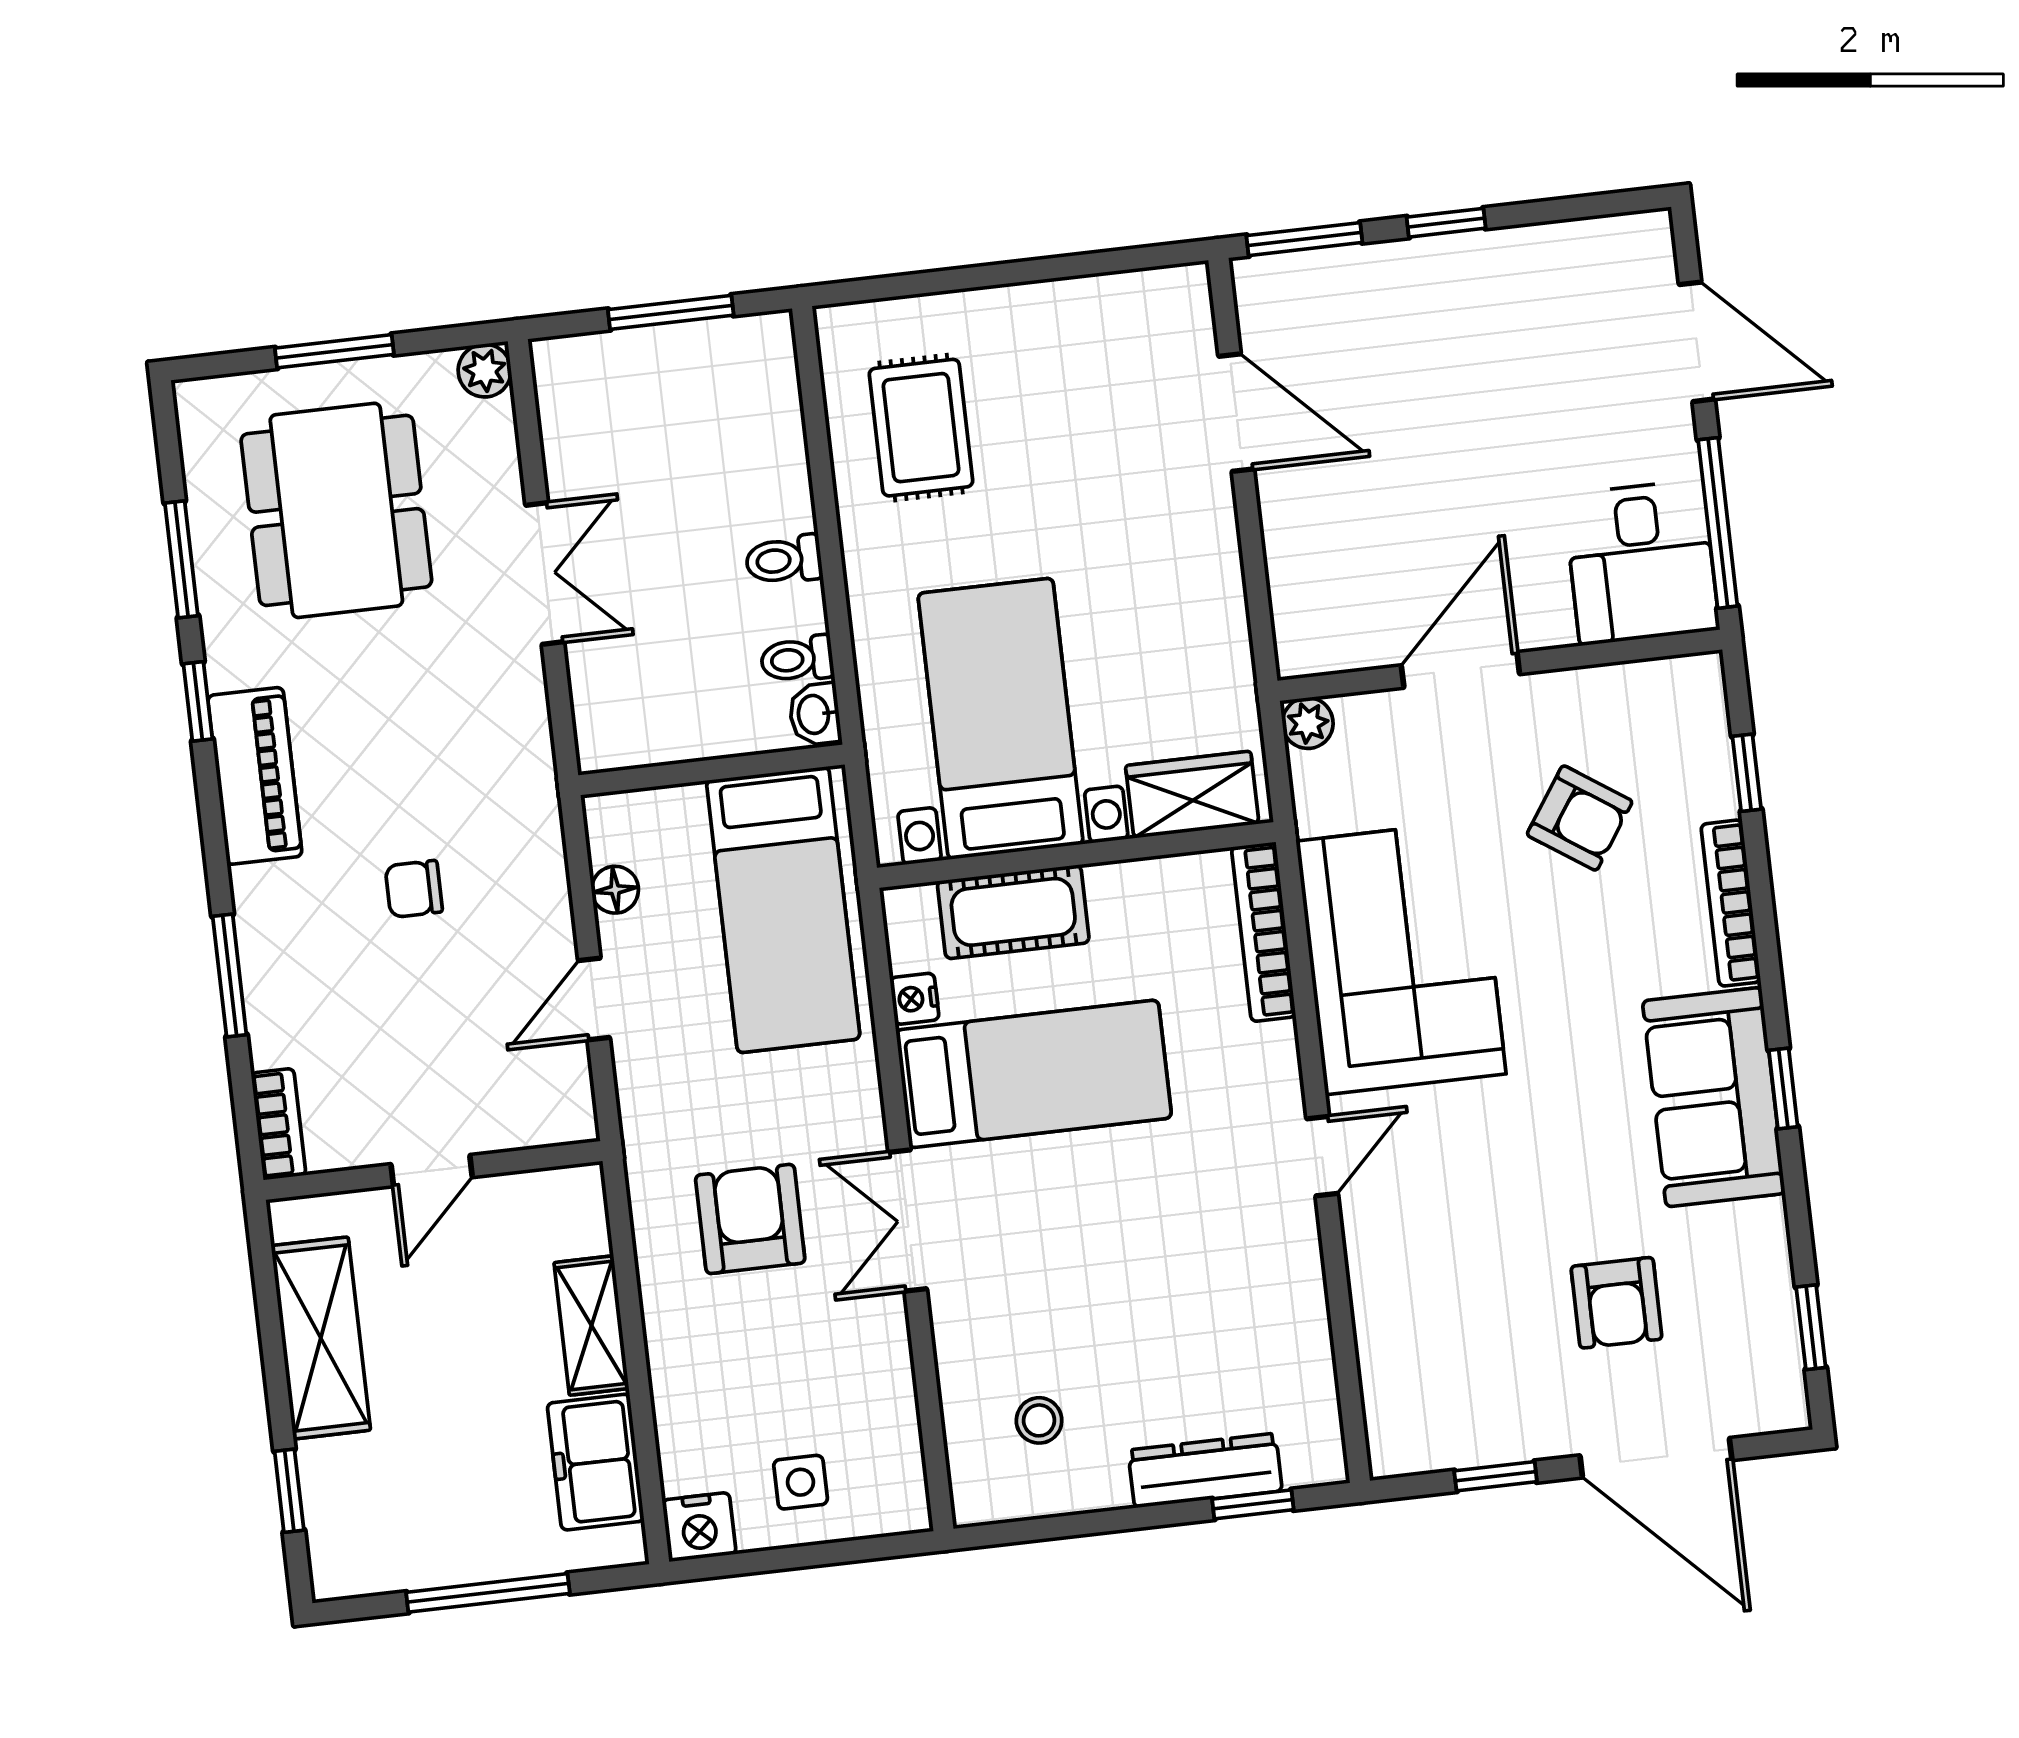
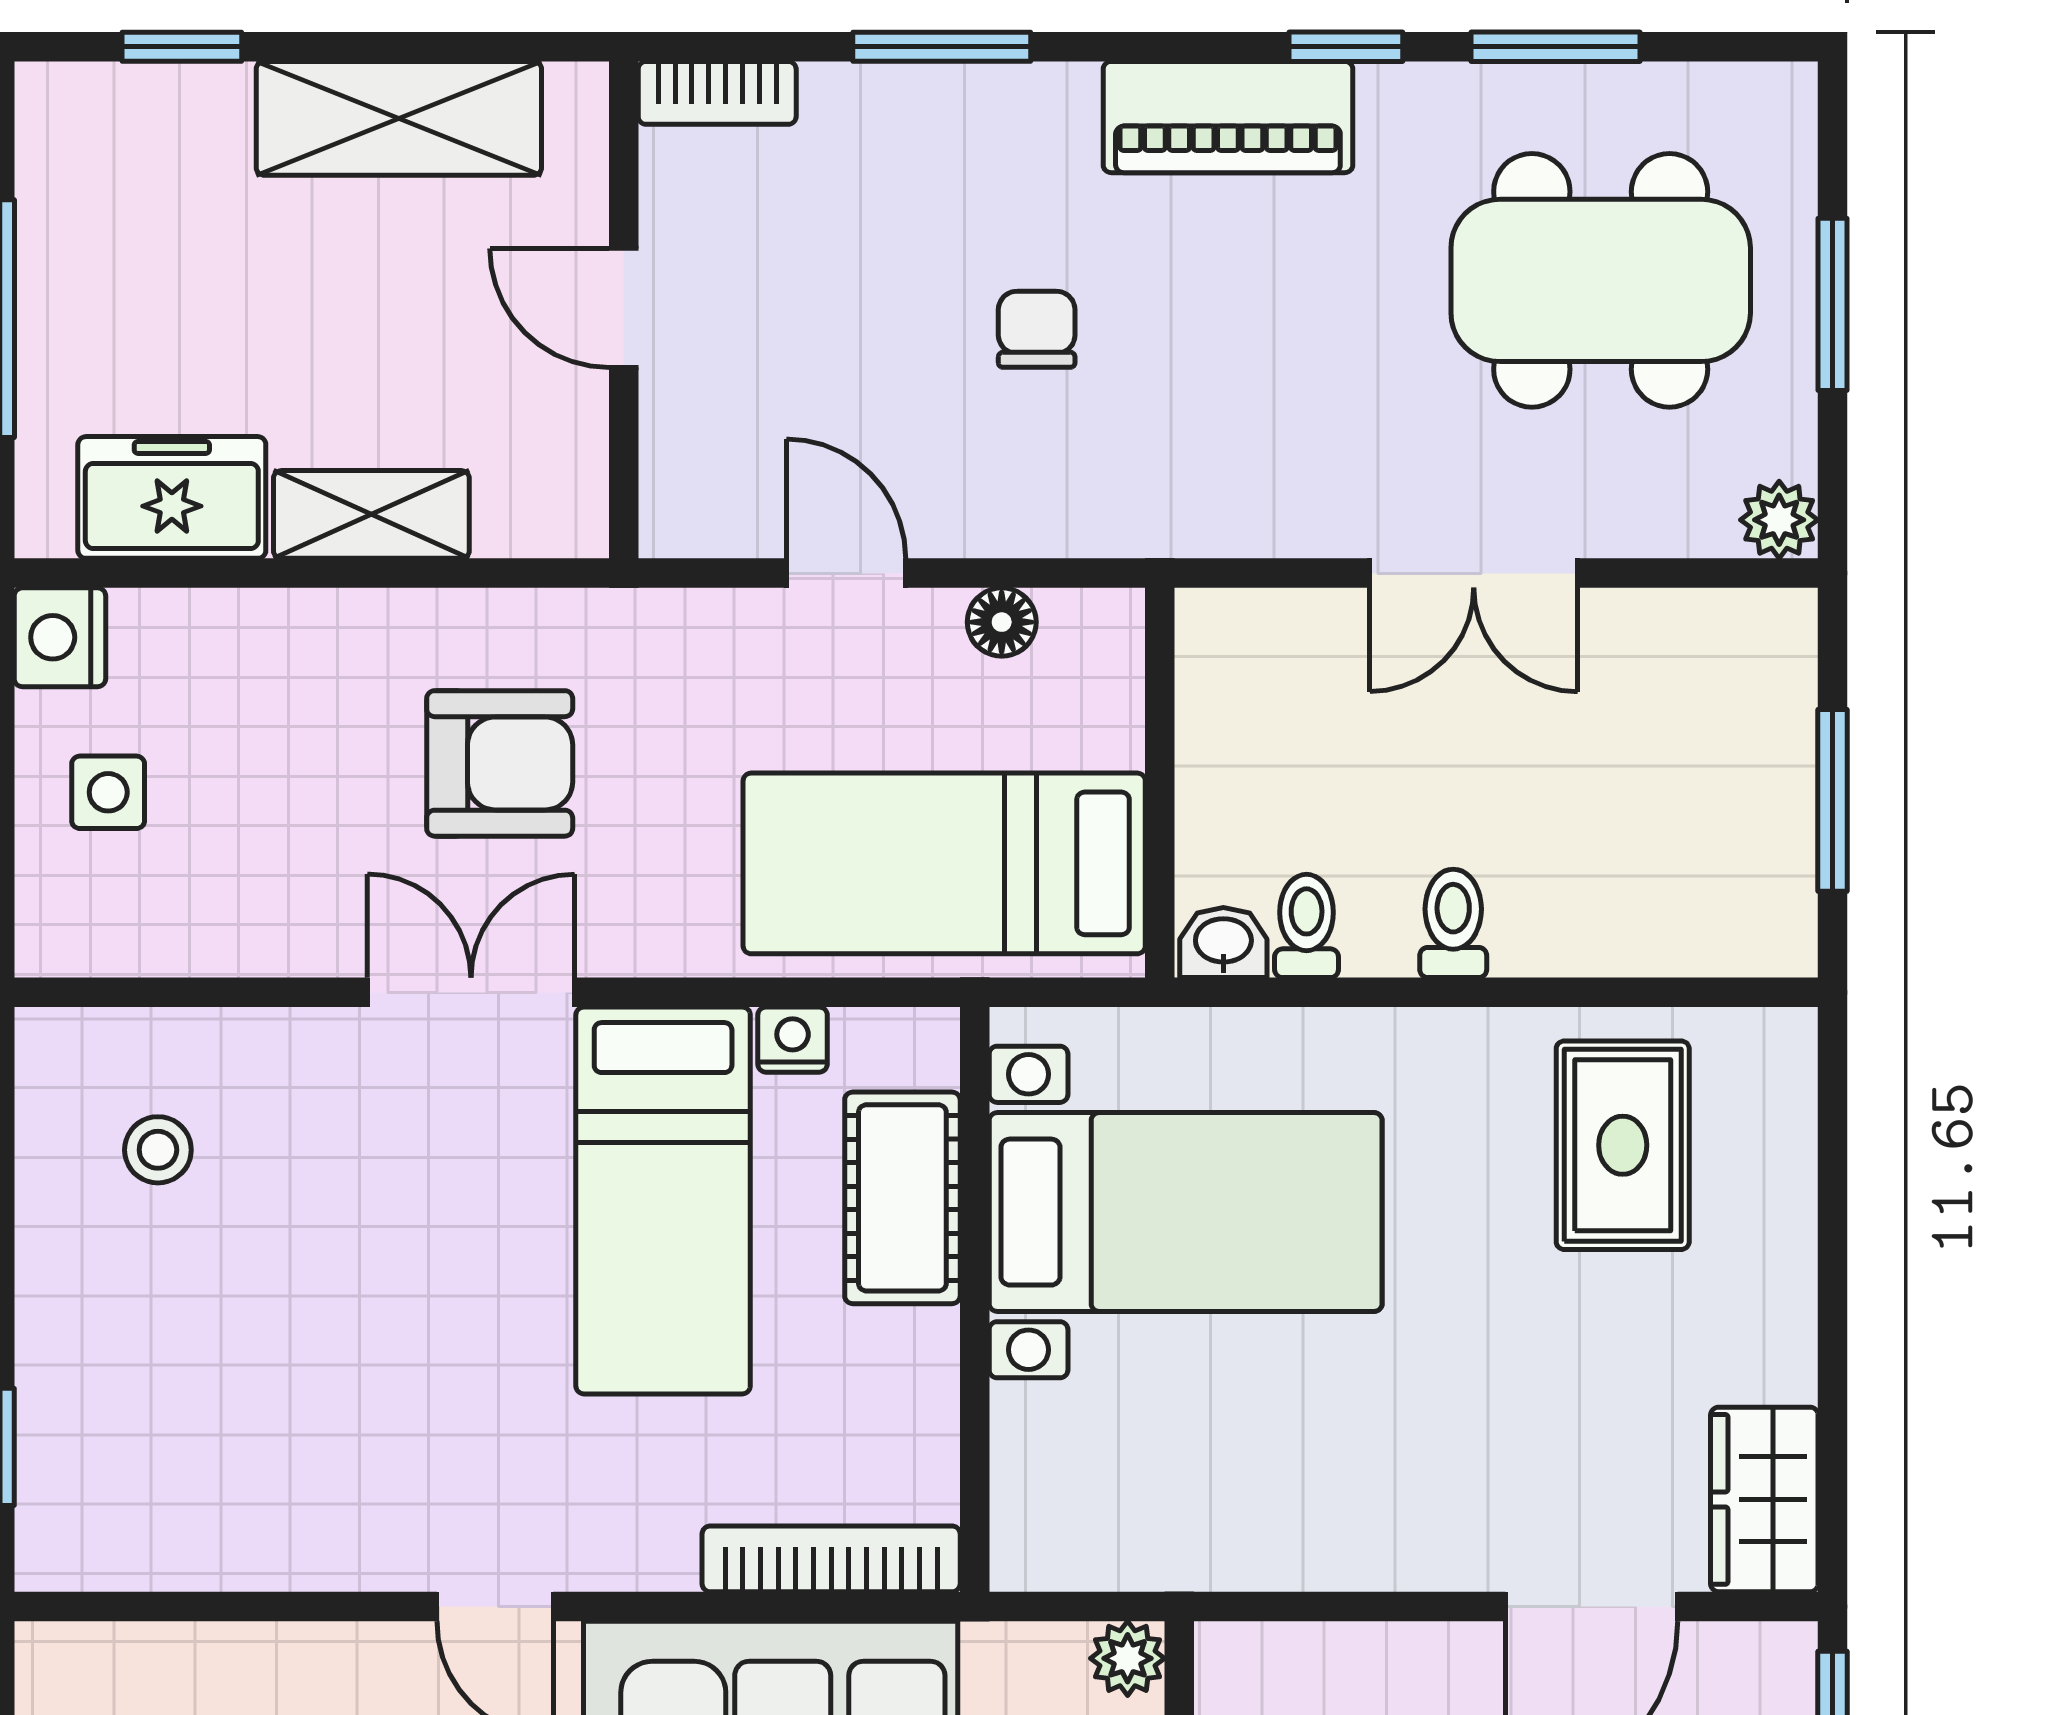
rug: (921, 428) -> (1623, 1145), turned 90
wardrobe: (1192, 795) -> (1764, 1499), moved, turned 180
dresser: (1205, 1470) -> (57, 1383), removed

